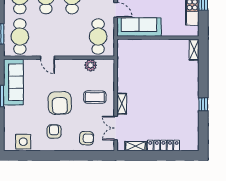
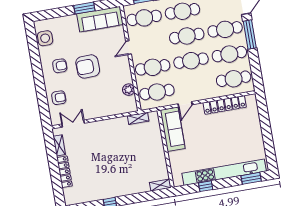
cafe table: (72, 37) -> (153, 67), added
coffee table: (95, 97) -> (99, 99), removed
shelving: (122, 104) -> (138, 118), moved
armchair: (87, 138) -> (59, 98), turned -93

